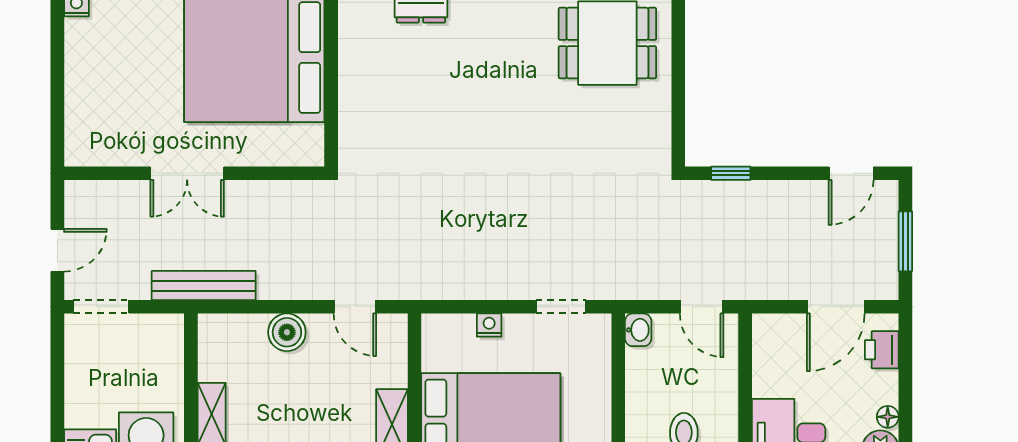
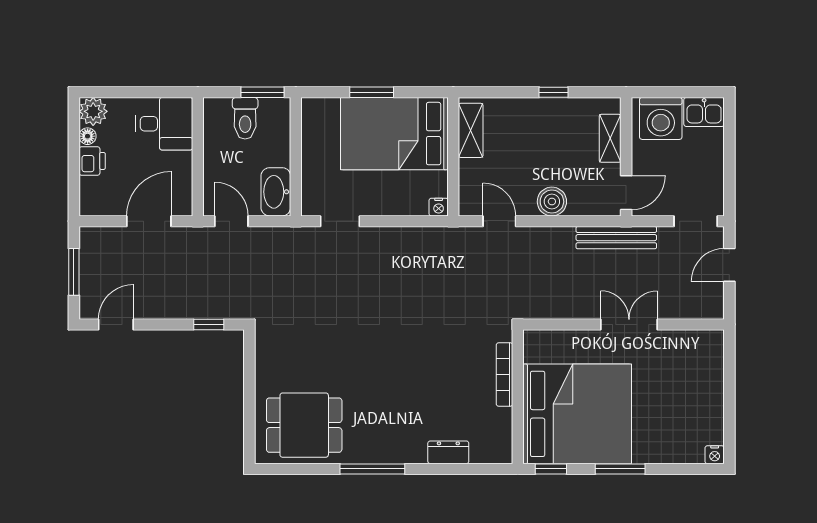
bookcase: (348, 108) -> (504, 374), added
door: (836, 307) -> (149, 221), moved
nightstand: (489, 325) -> (439, 207), moved
washbasin: (638, 330) -> (276, 192), width x1.91, depth x1.45
door: (191, 344) -> (626, 193), added
printer: (882, 350) -> (92, 161), moved

